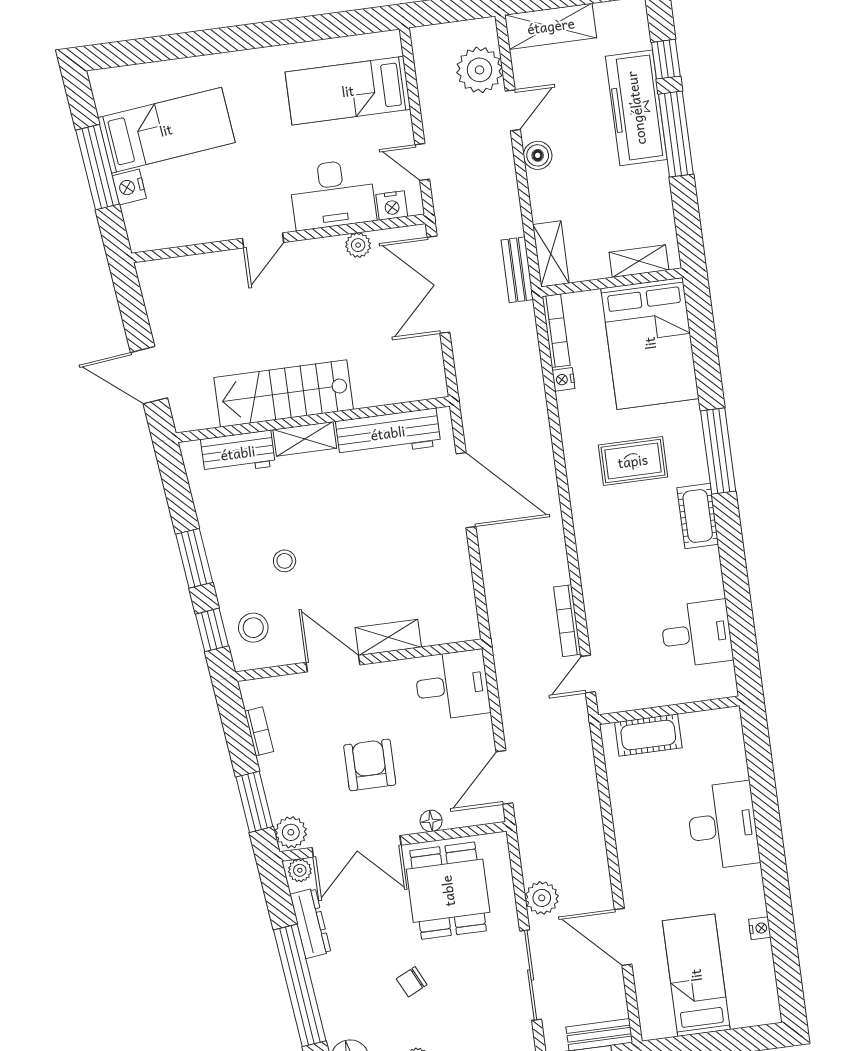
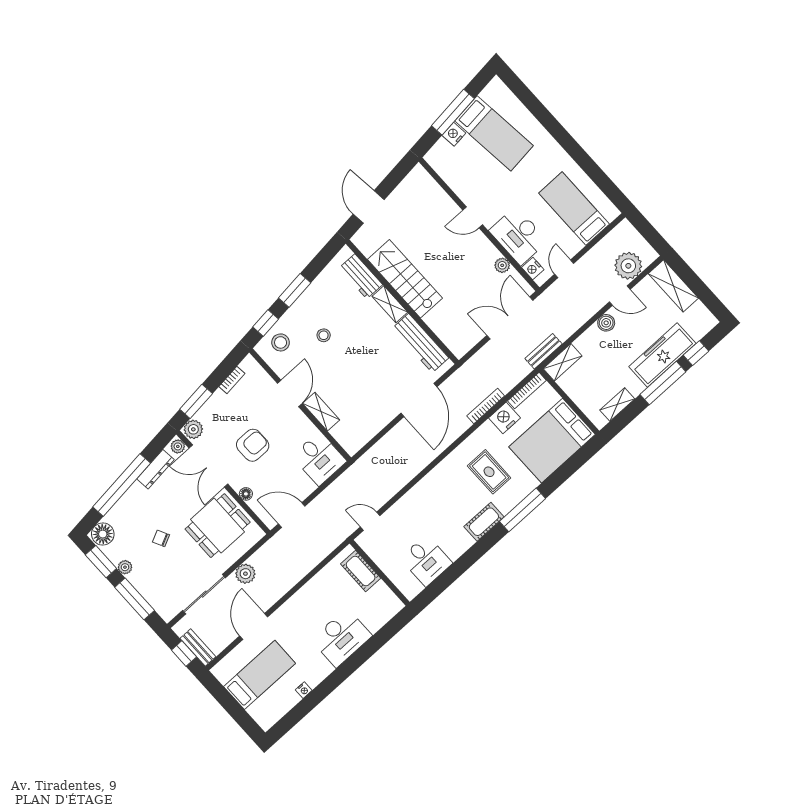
shelving: (639, 261) -> (617, 404), moved, turned 90
nightstand: (563, 379) -> (505, 418), width x1.89, depth x1.79
bookcase: (567, 621) -> (486, 406), moved

